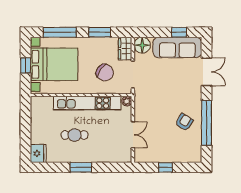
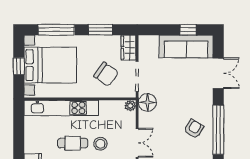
floor lamp: (142, 45) -> (147, 102), moved
kitchen unit: (87, 103) -> (61, 108), moved
stool: (100, 136) -> (100, 144), added

